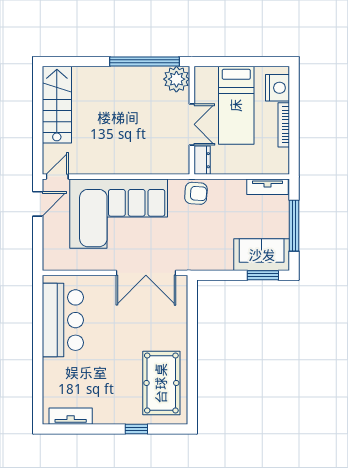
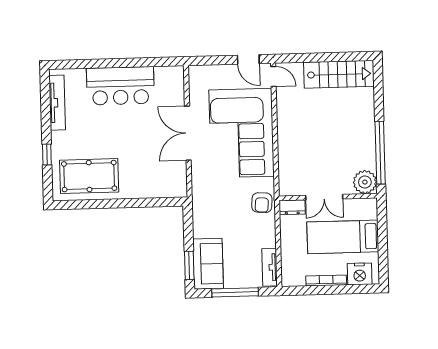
double door: (146, 273) -> (188, 133), moved
bar counter: (63, 320) -> (120, 86), moved
tv unit: (71, 416) -> (57, 103), width x1.41

